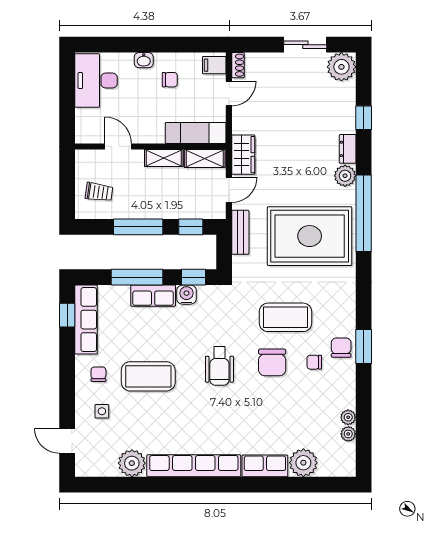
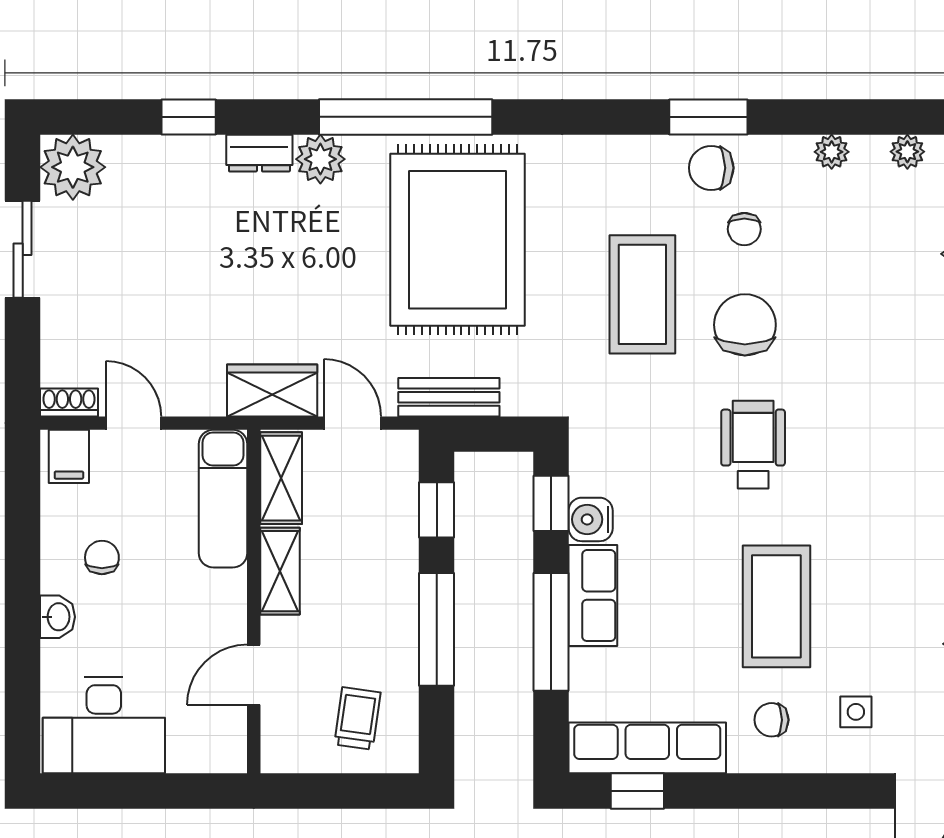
chair: (272, 362) -> (745, 325), turned -90
wheelchair: (219, 366) -> (753, 445), turned -90
plant: (348, 417) -> (832, 152), moved

